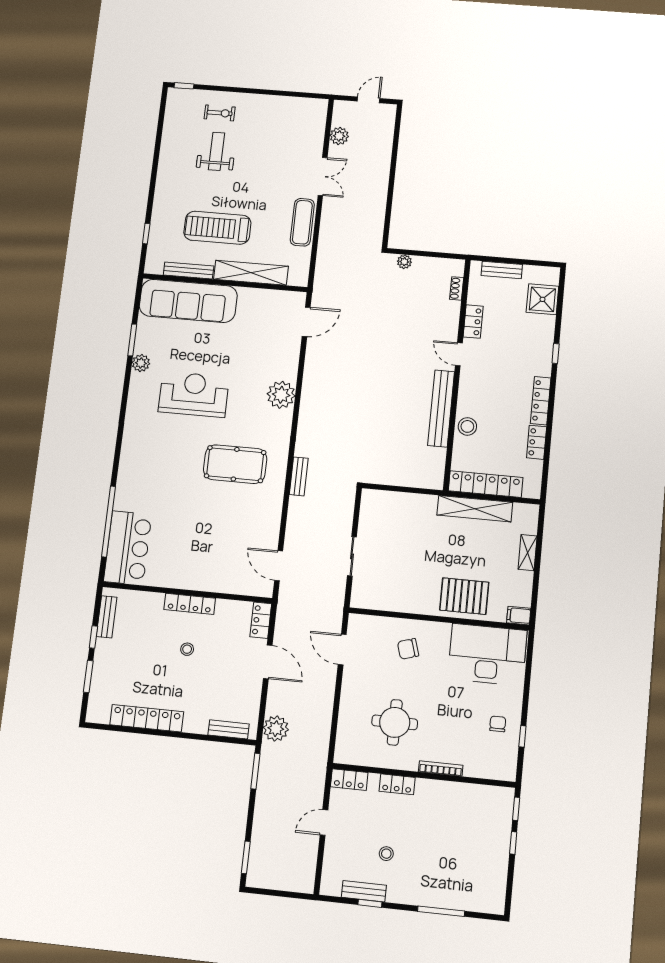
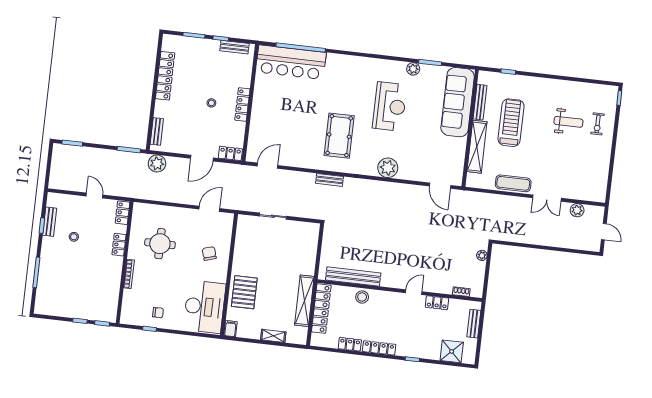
bench: (441, 409) -> (353, 277), moved
bar counter: (128, 548) -> (291, 62), width x1.36

